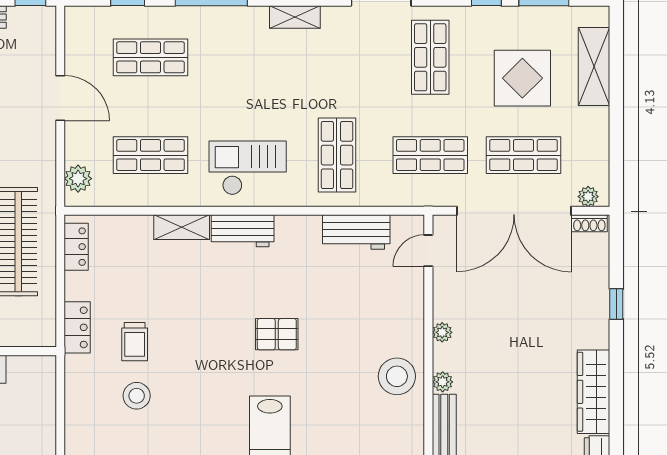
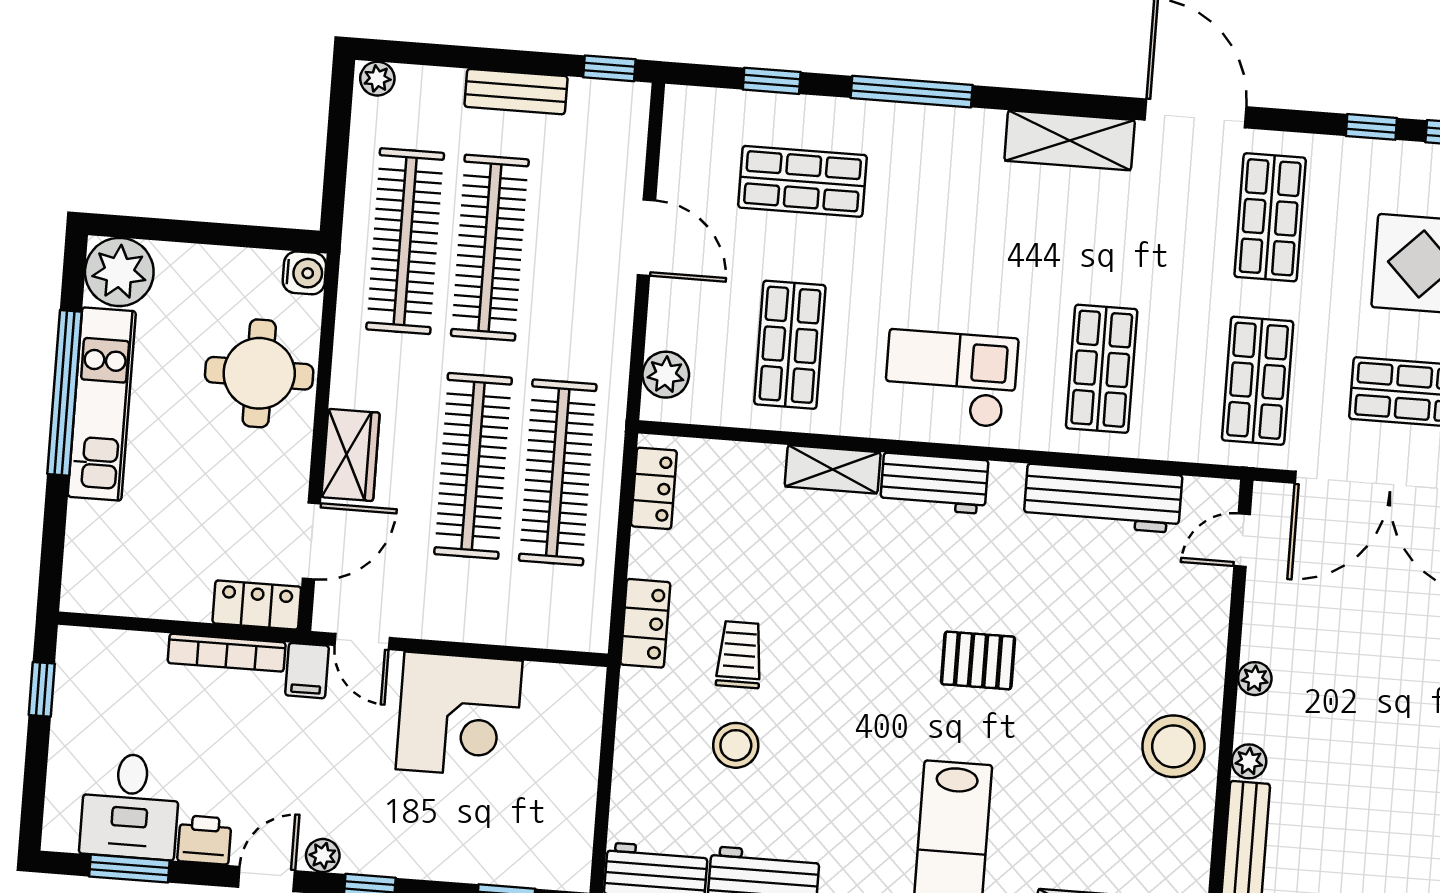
shelving: (295, 17) -> (1070, 140), width x1.50, depth x1.33
shop shelf: (150, 155) -> (790, 345), turned 90
shop shelf: (430, 155) -> (1258, 381), turned 90
workbench: (356, 232) -> (1103, 498), width x1.38
trolley: (135, 342) -> (740, 655), turned 180

